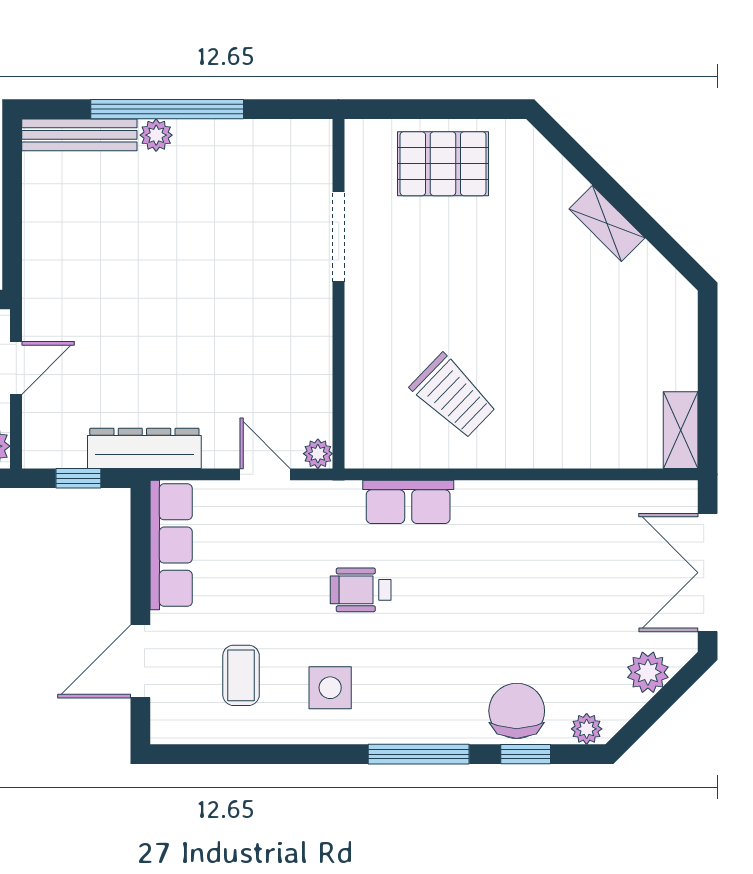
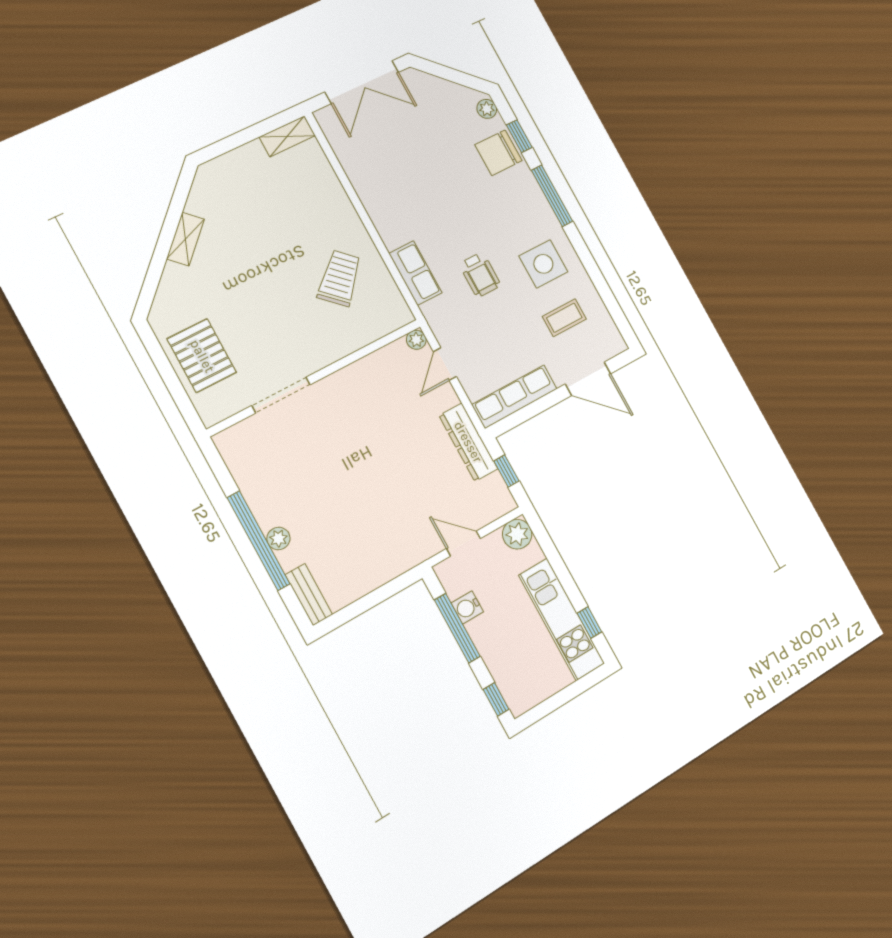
bench: (79, 135) -> (309, 595), width x0.73
plant: (648, 672) -> (437, 89), removed
side table: (330, 688) -> (543, 264), width x1.37, depth x1.37

